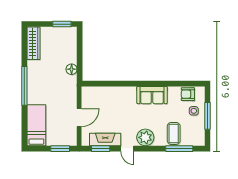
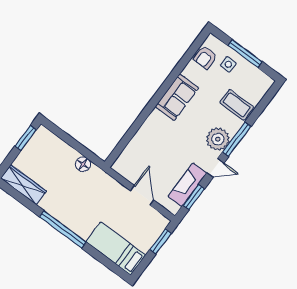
window: (179, 149) -> (237, 139), moved

